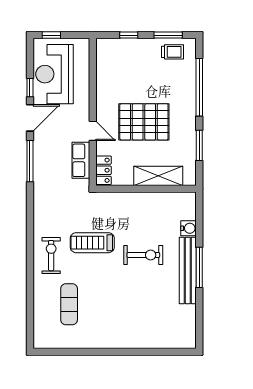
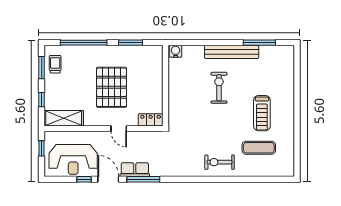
window: (51, 35) -> (42, 148), moved
door: (93, 131) -> (119, 129), swing flipped
row of seats: (81, 160) -> (135, 170), moved, turned 180
shelving: (158, 176) -> (64, 118), moved, turned 90
water cooler: (189, 228) -> (176, 51), moved
treadmill: (92, 243) -> (262, 113), moved
window: (199, 267) -> (259, 43), moved

